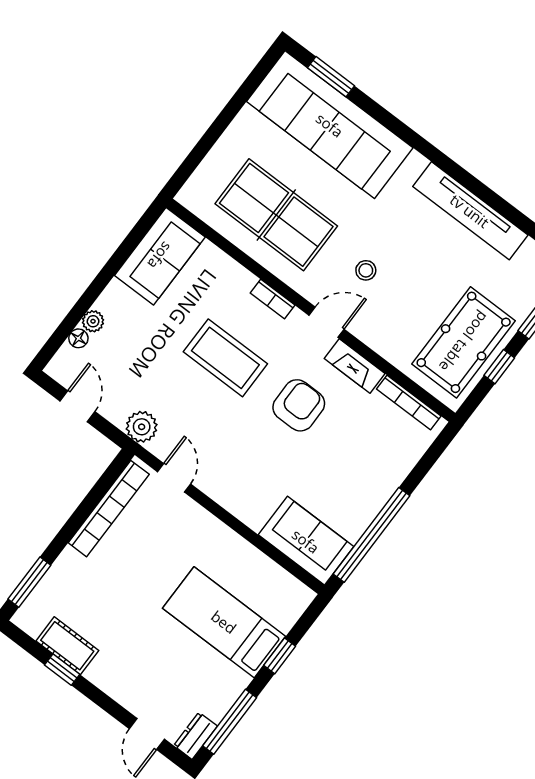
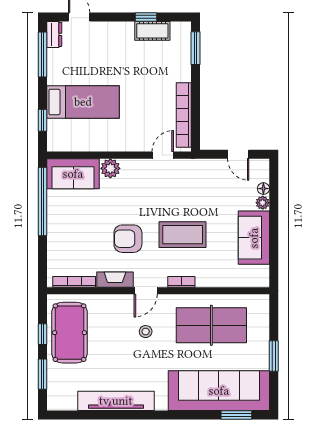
window: (227, 116) -> (274, 356), added
sofa: (160, 256) -> (254, 238), moved
armchair: (299, 405) -> (128, 239), turned 90
plant: (142, 427) -> (110, 168), moved
door: (174, 478) -> (163, 155), swing flipped
window: (280, 656) -> (42, 120), moved

